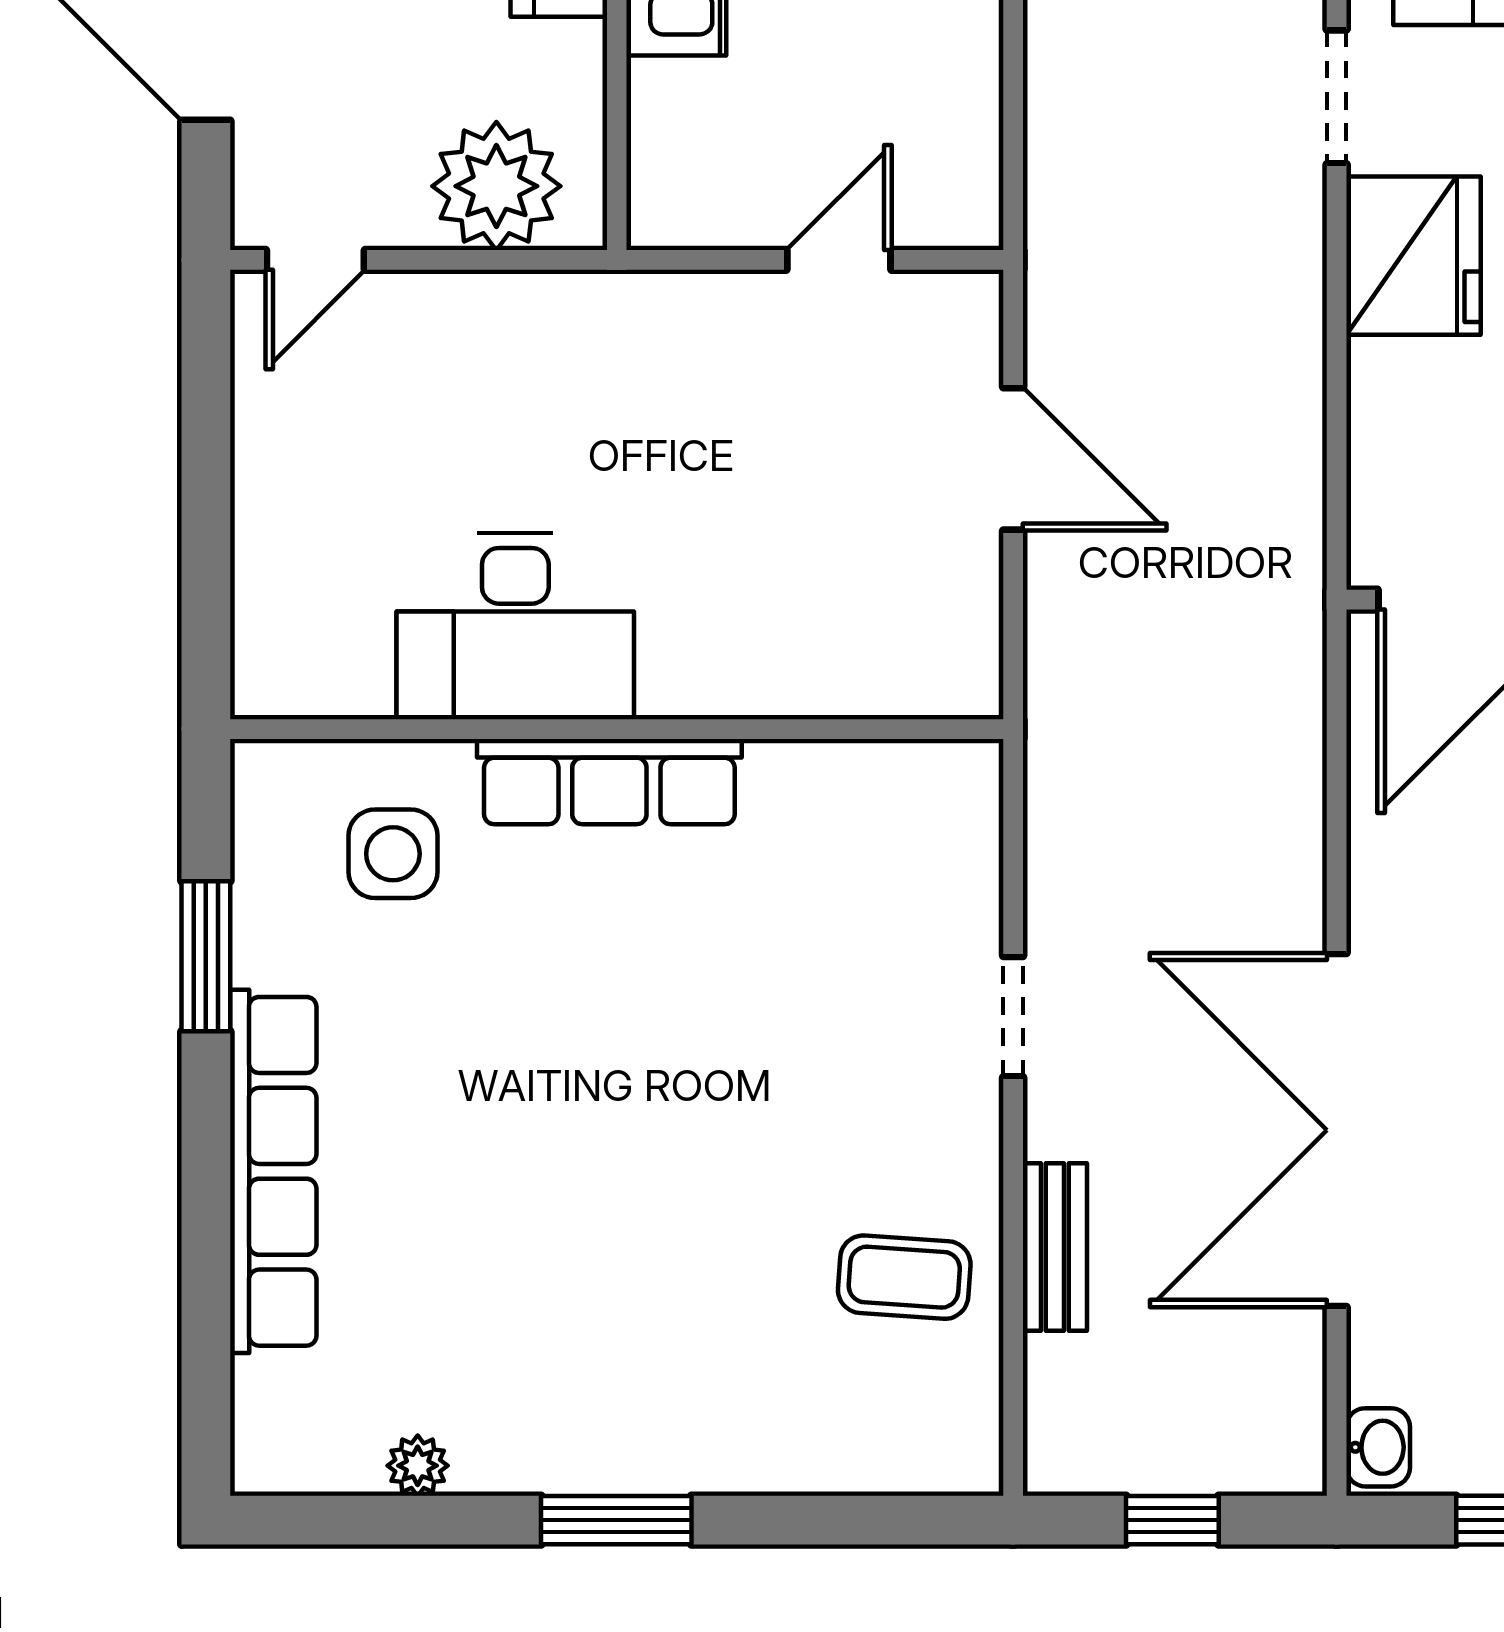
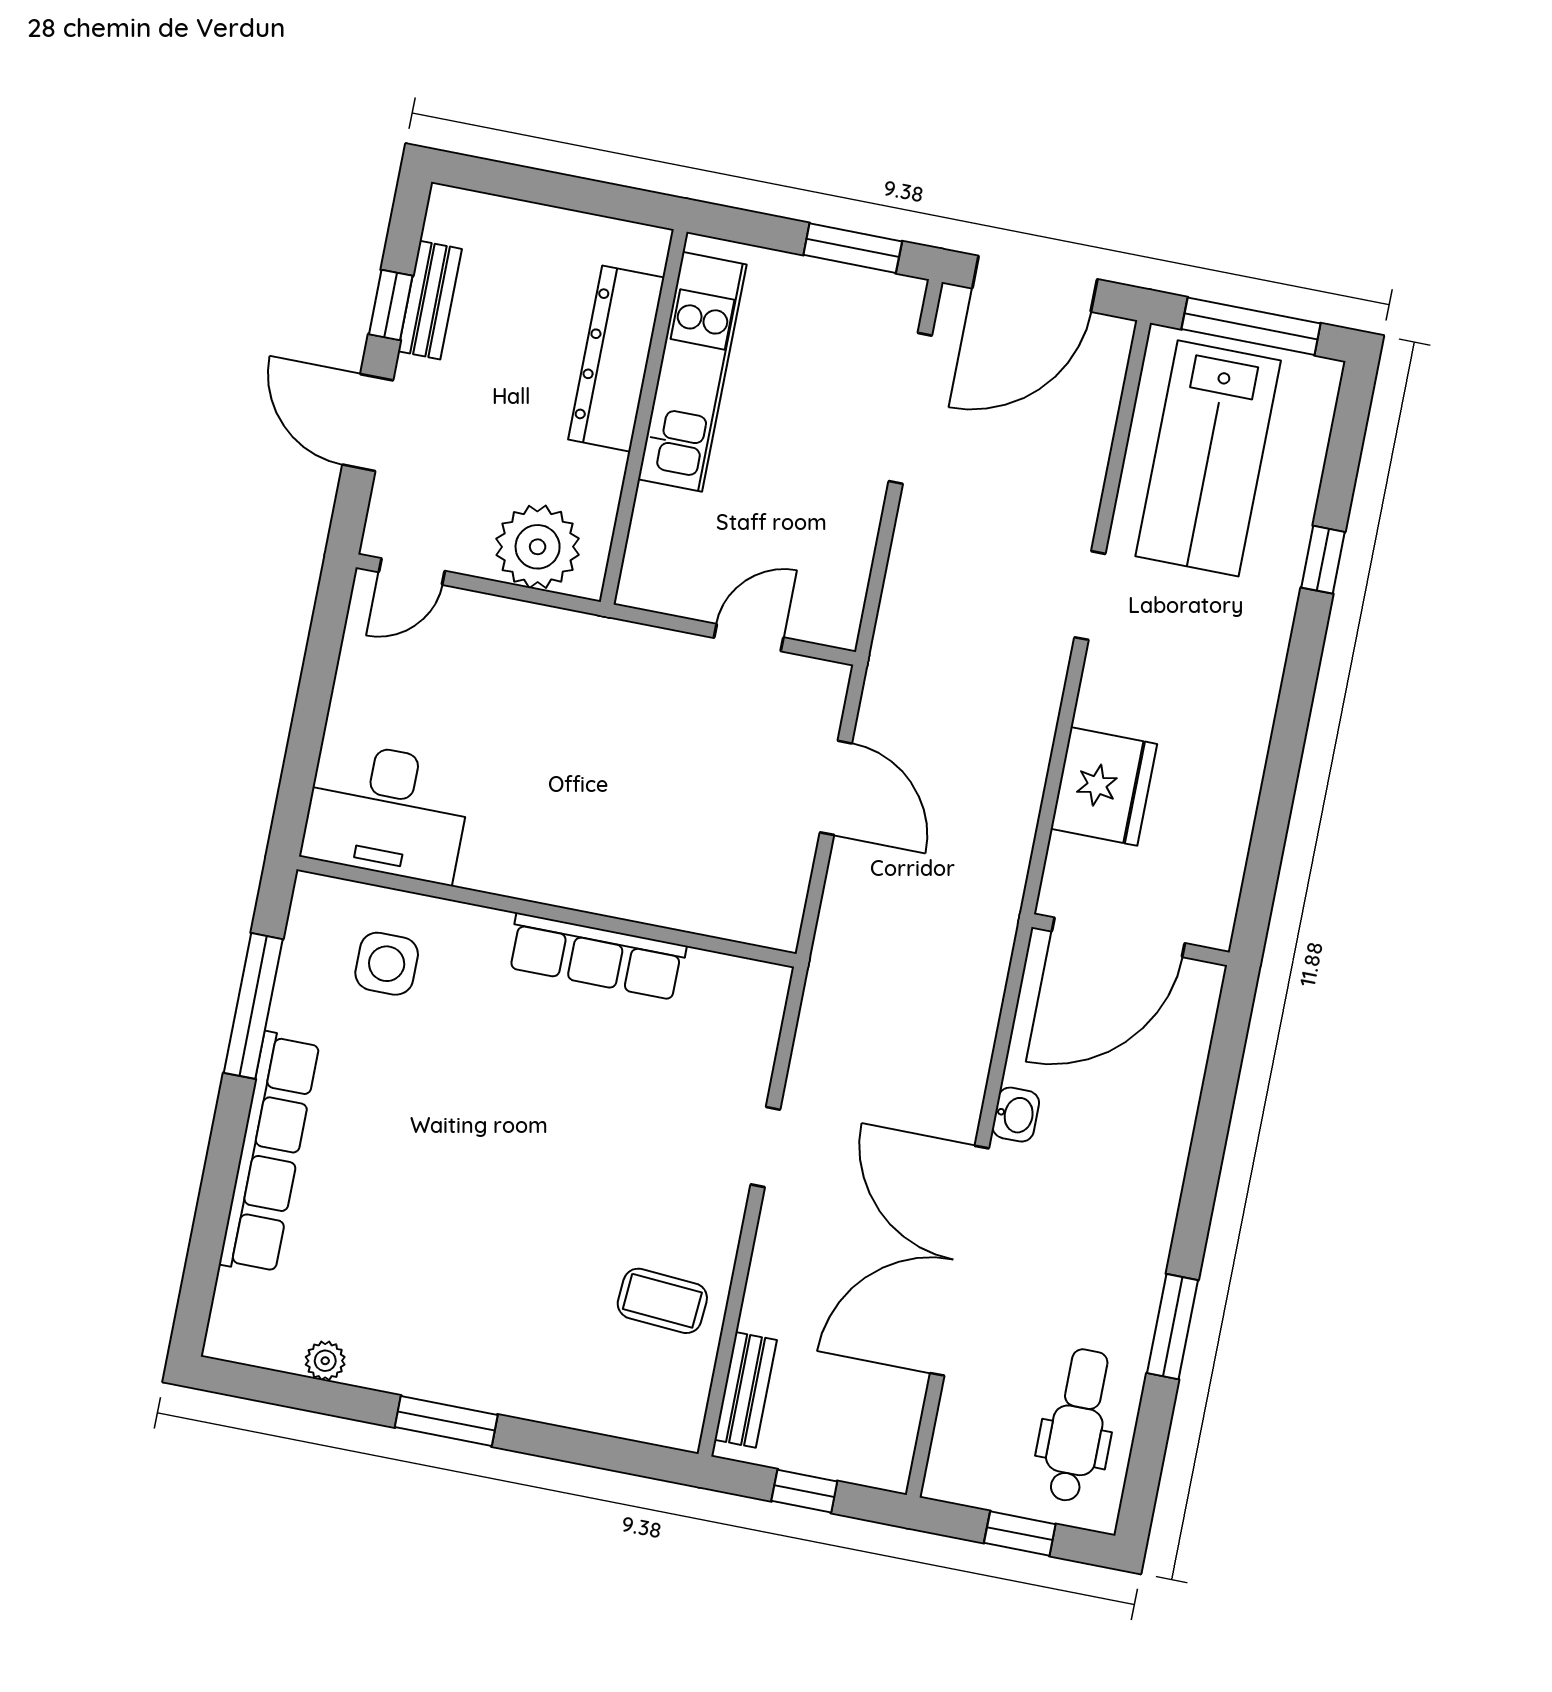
fridge: (1414, 256) -> (1104, 786), moved
desk: (515, 626) -> (387, 812), moved
row of seats: (609, 782) -> (596, 957), moved
window: (206, 956) -> (253, 1006), width x1.44
bench: (1055, 1247) -> (746, 1390), moved
washbasin: (1378, 1447) -> (1016, 1115), moved

